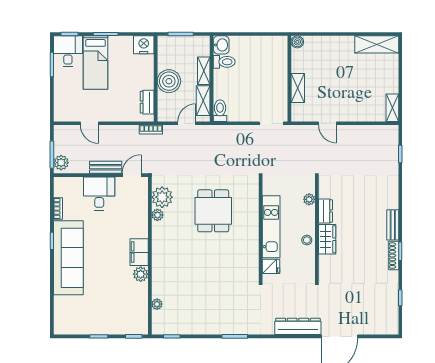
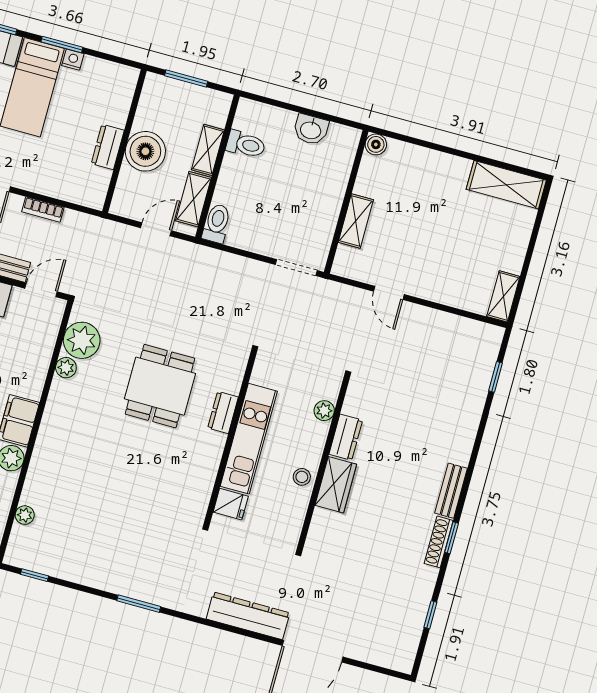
nightstand: (144, 45) -> (73, 60), moved, width x0.53, depth x0.56
washbasin: (221, 45) -> (311, 130), moved, turned 90
dresser: (147, 102) -> (108, 147), moved
bookcase: (151, 130) -> (43, 210), moved
dresser: (253, 216) -> (223, 413), added

